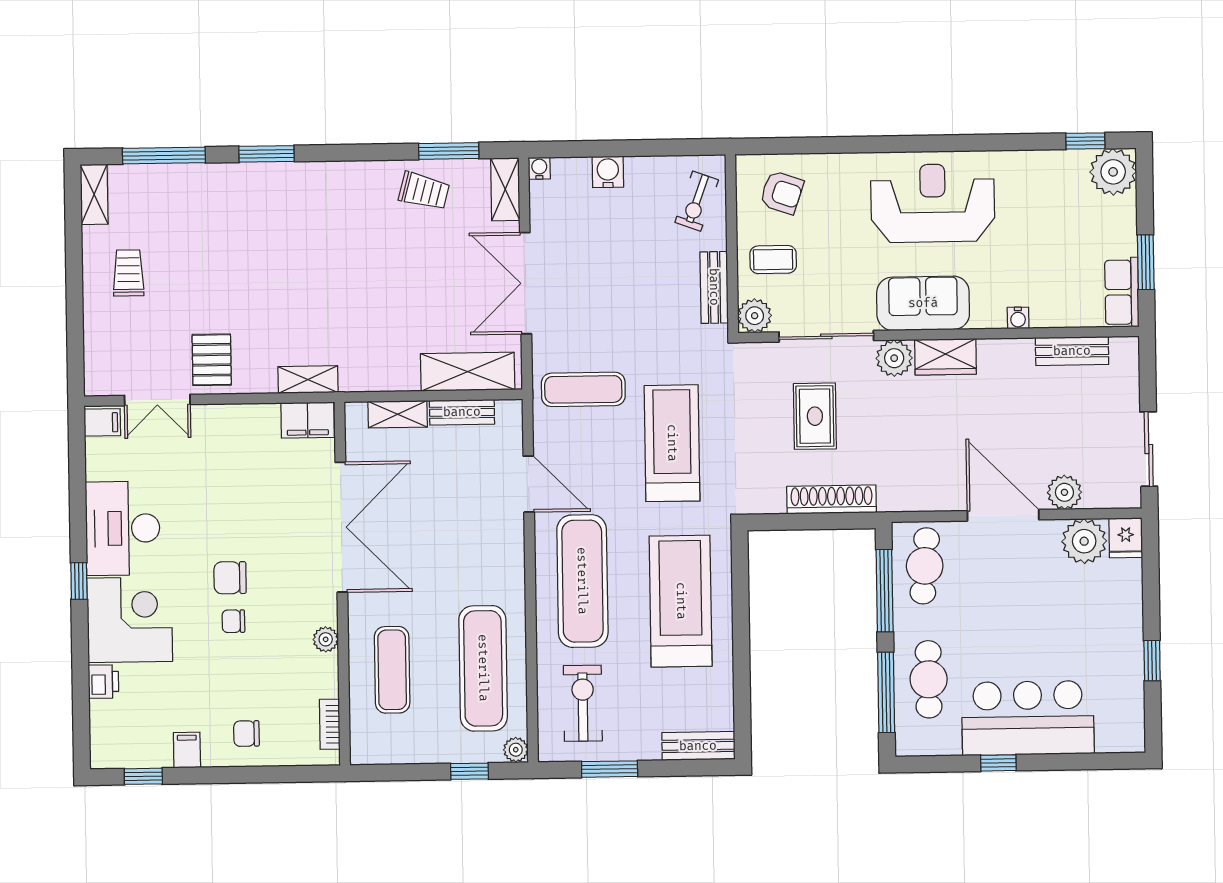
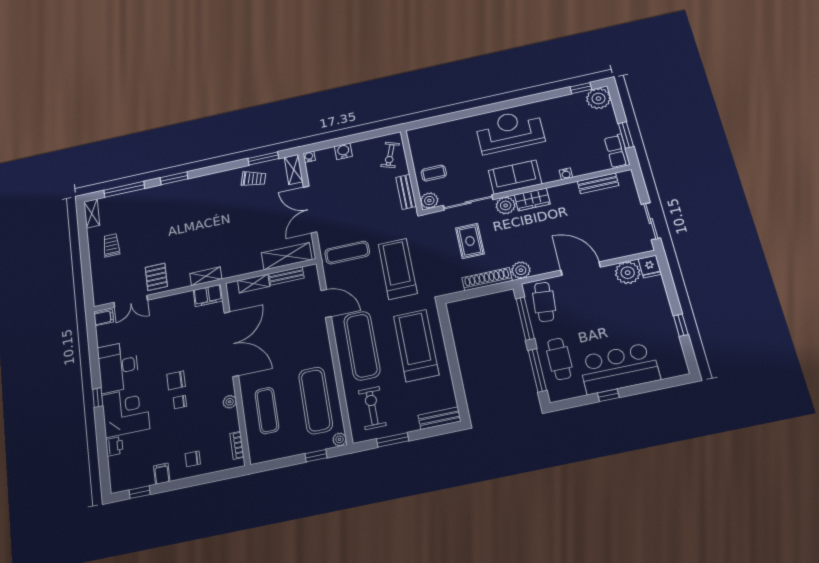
armchair: (782, 192) -> (432, 142), removed
plant: (1064, 492) -> (521, 270), moved

